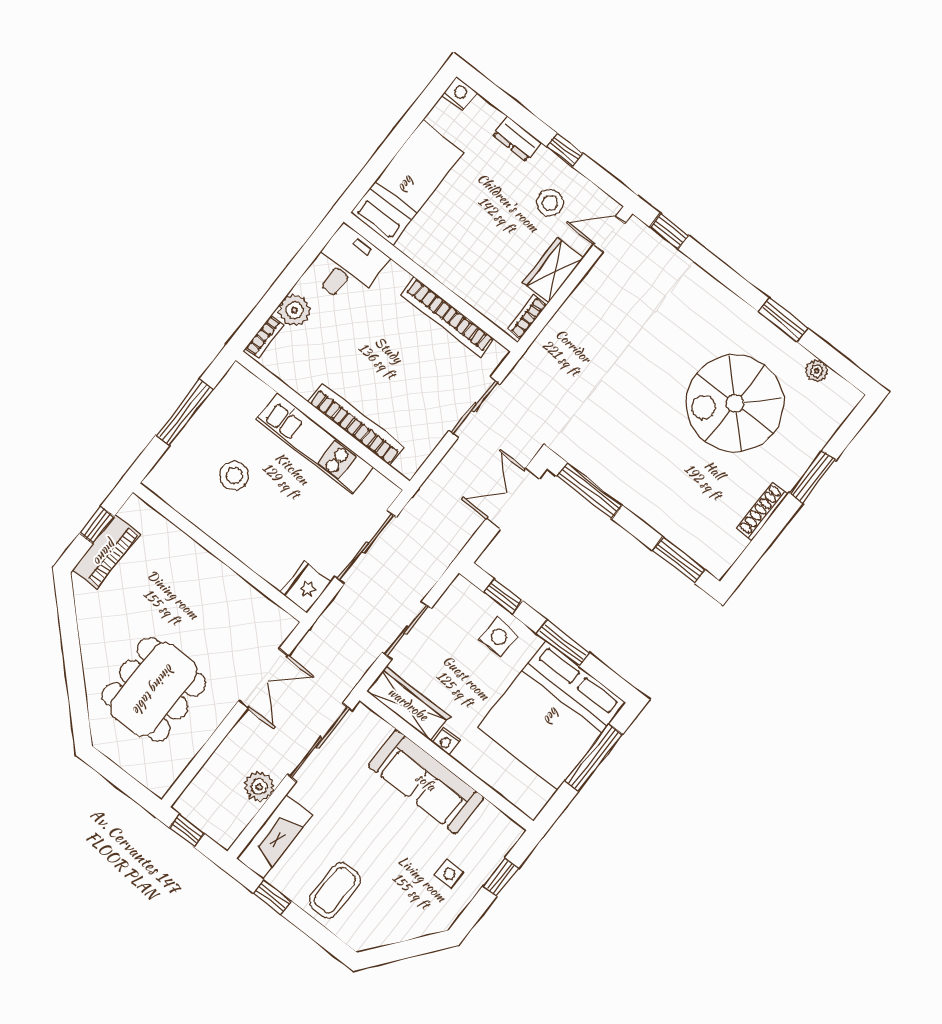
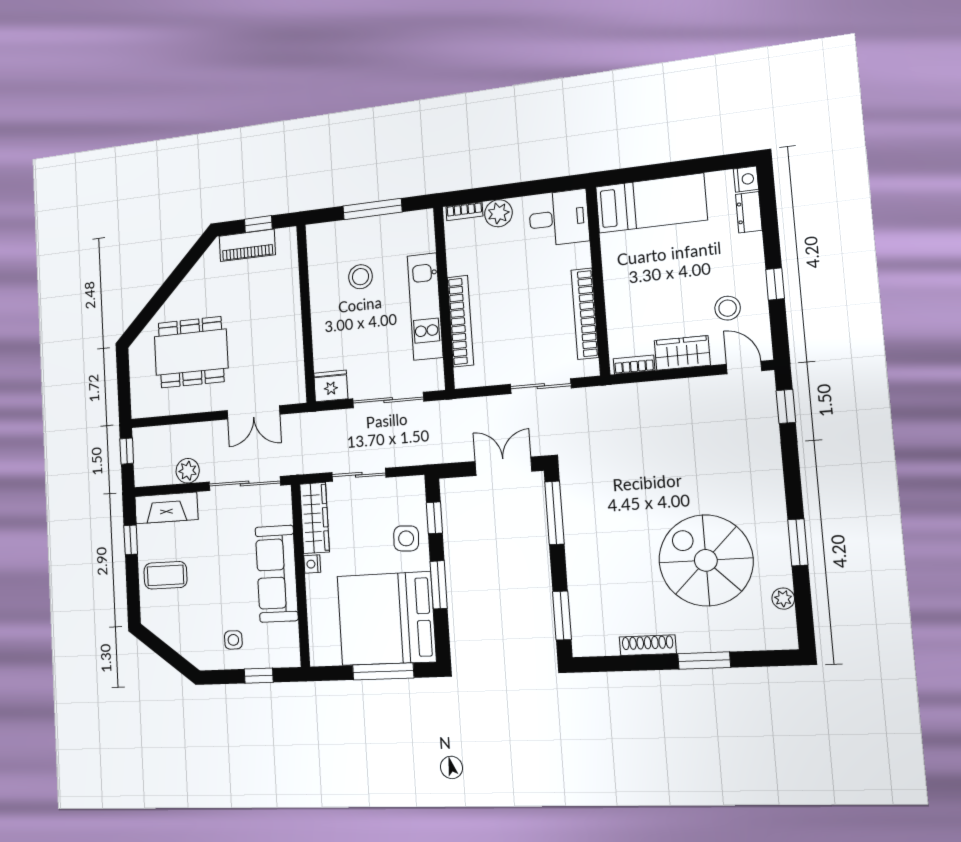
dresser: (517, 139) -> (749, 212), moved

